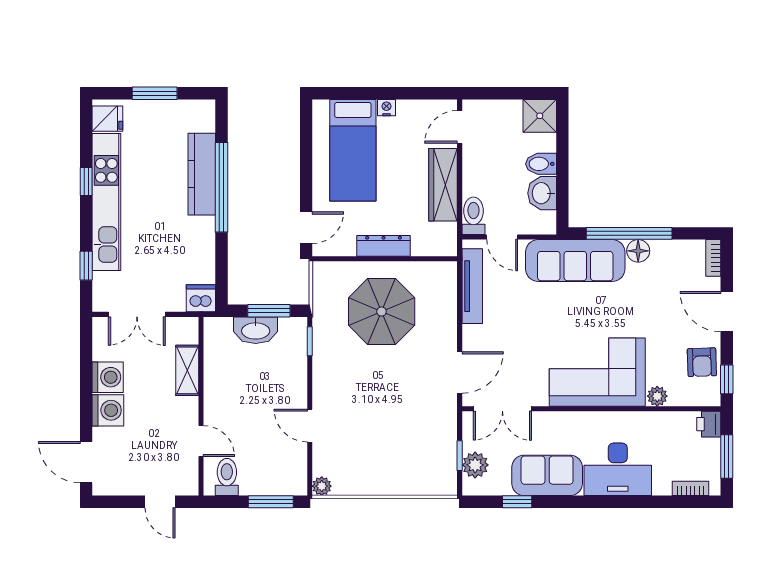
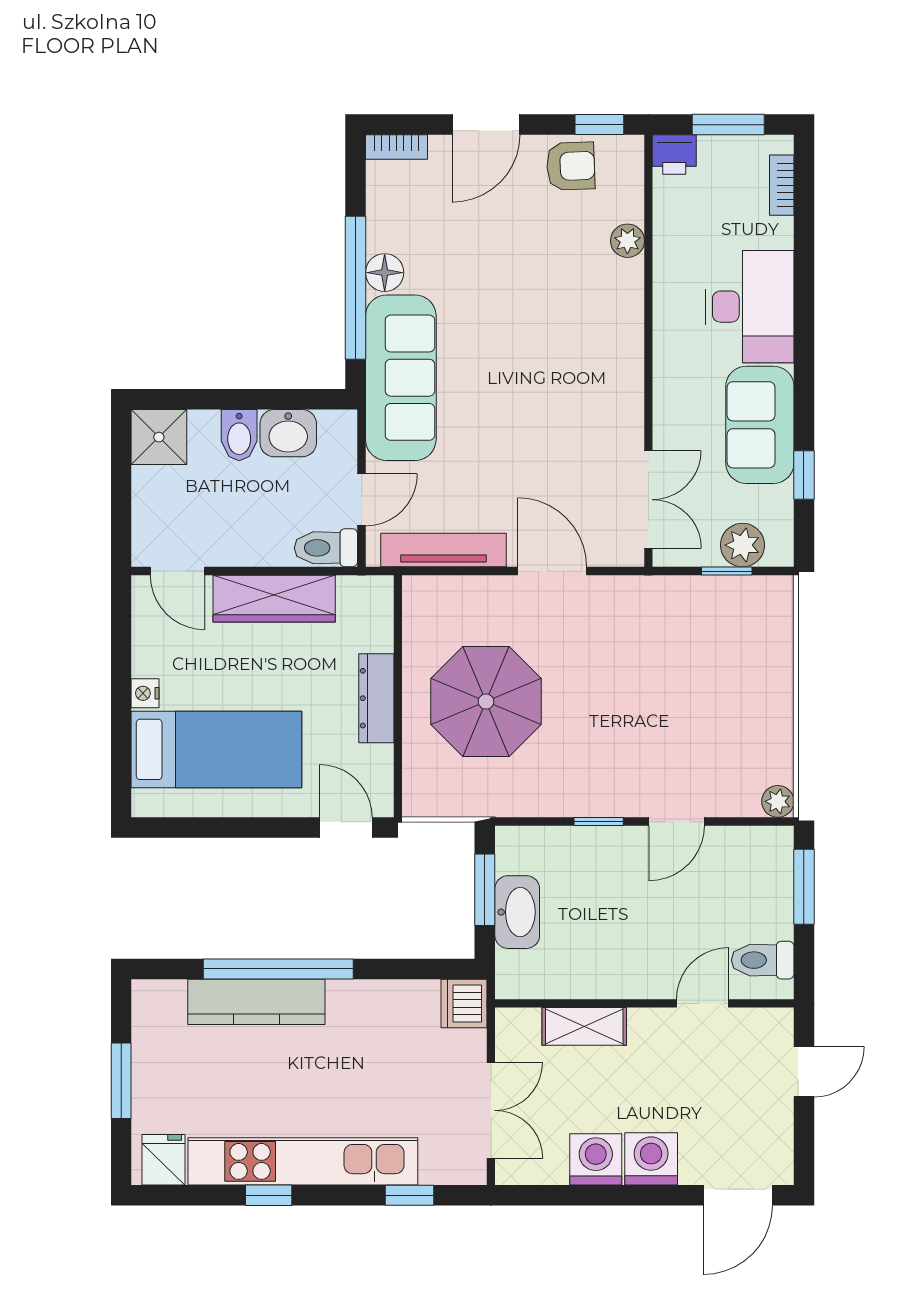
window: (310, 341) -> (599, 822), moved
corner sofa: (597, 372) -> (587, 341), removed
door: (460, 373) -> (552, 571), moved

